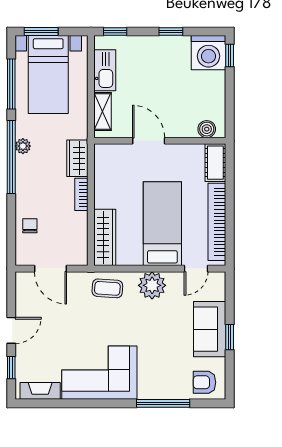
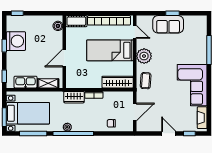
washing machine: (208, 53) -> (16, 41), moved
armchair: (204, 382) -> (197, 27), removed

